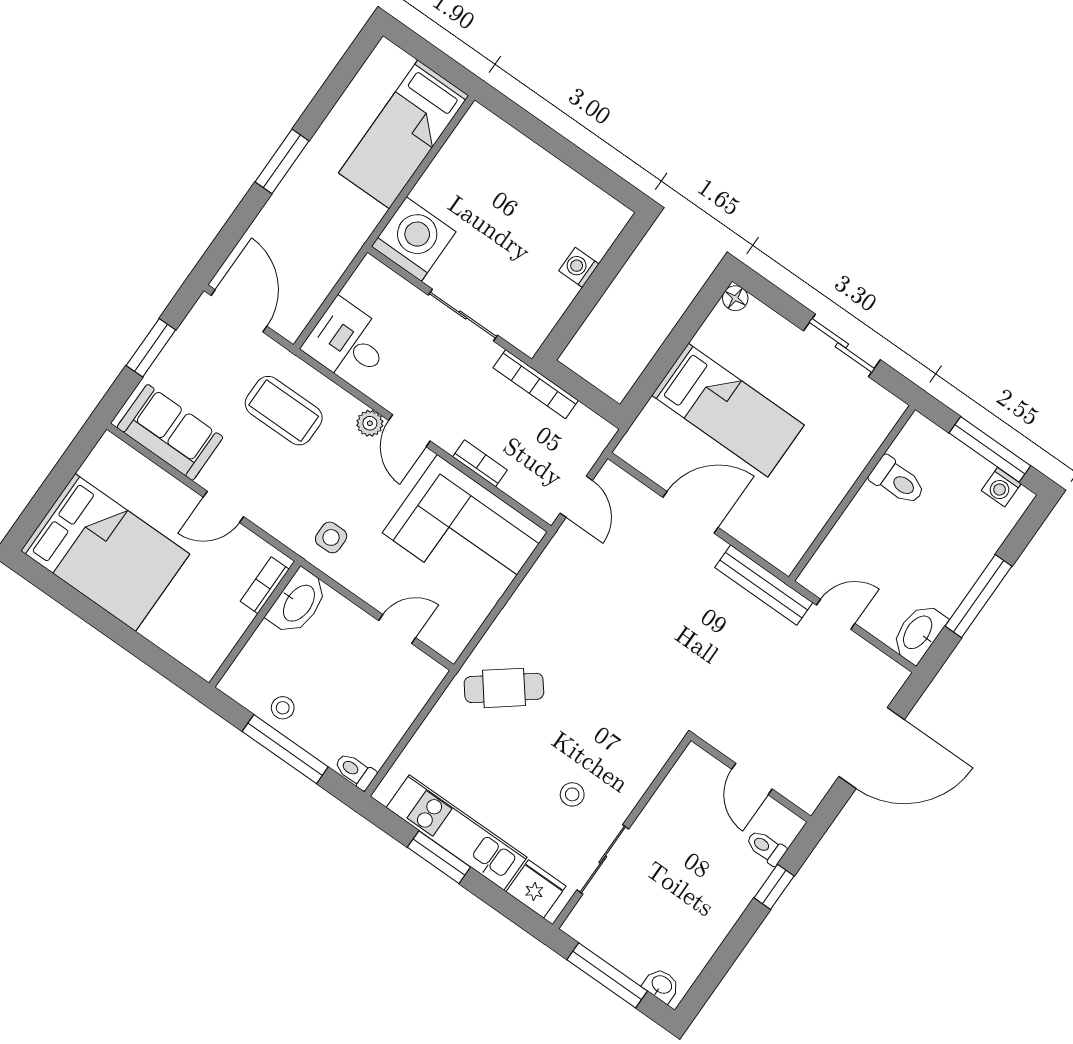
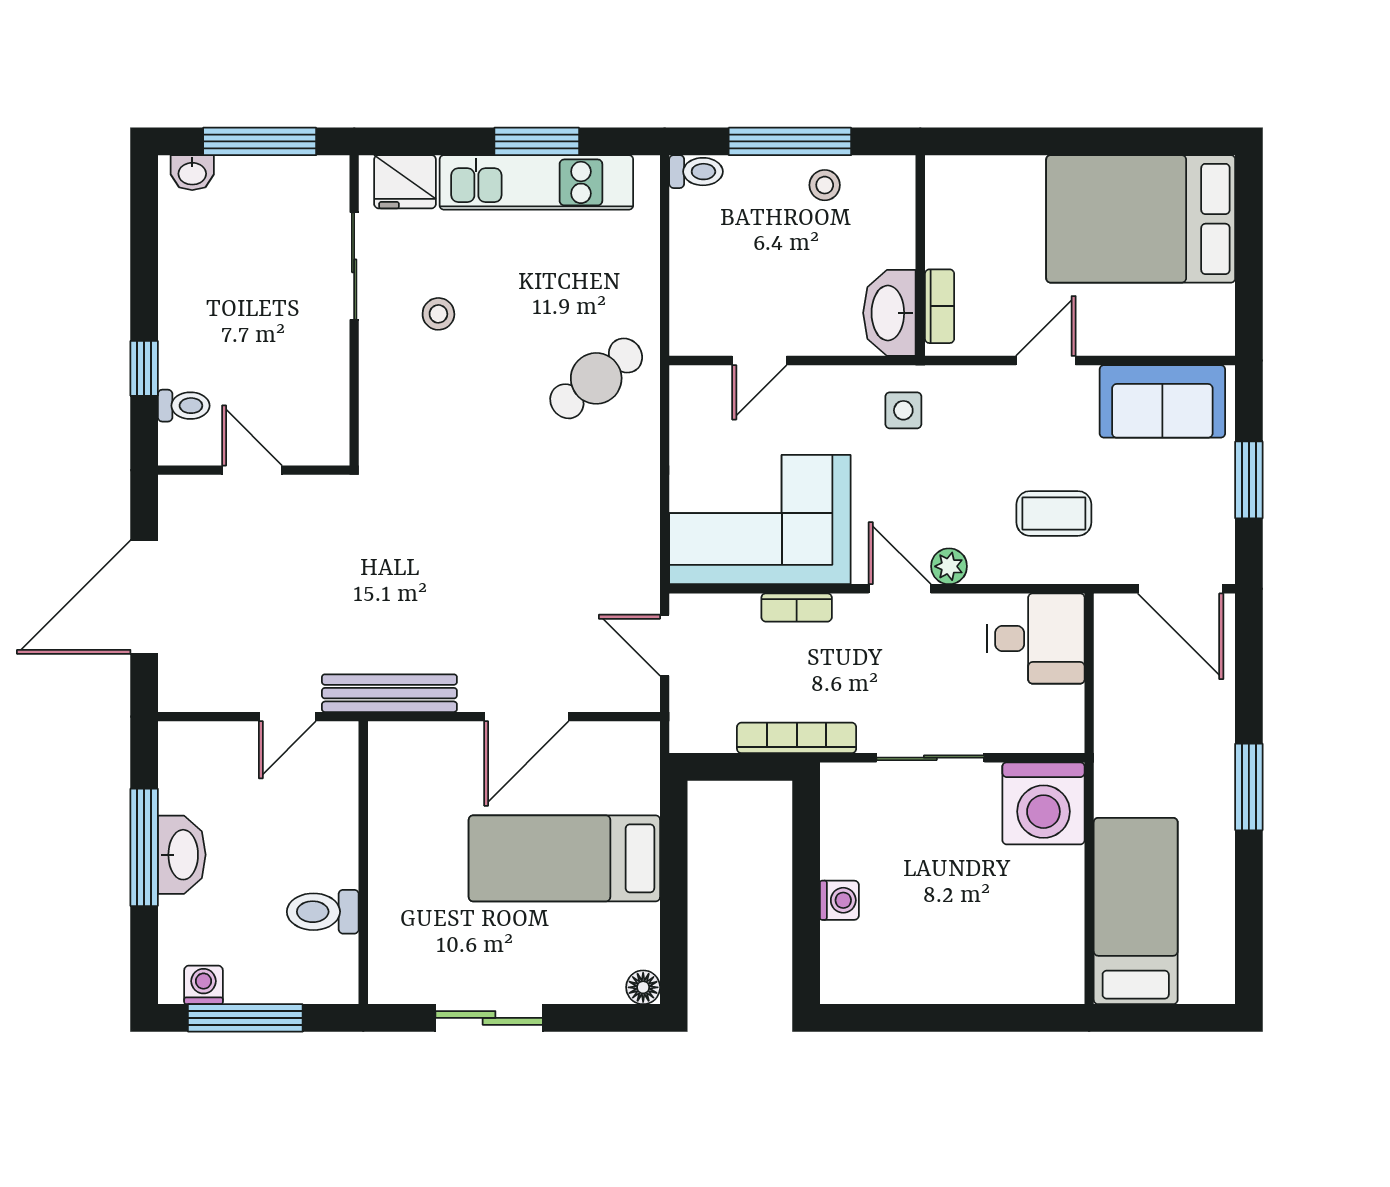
coffee table: (284, 411) -> (1054, 513), width x0.73, depth x0.77
washbasin: (918, 633) -> (182, 855), moved

